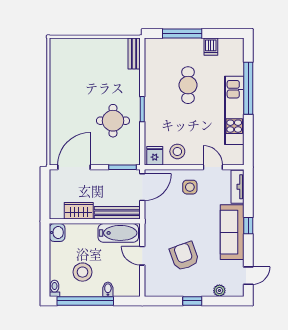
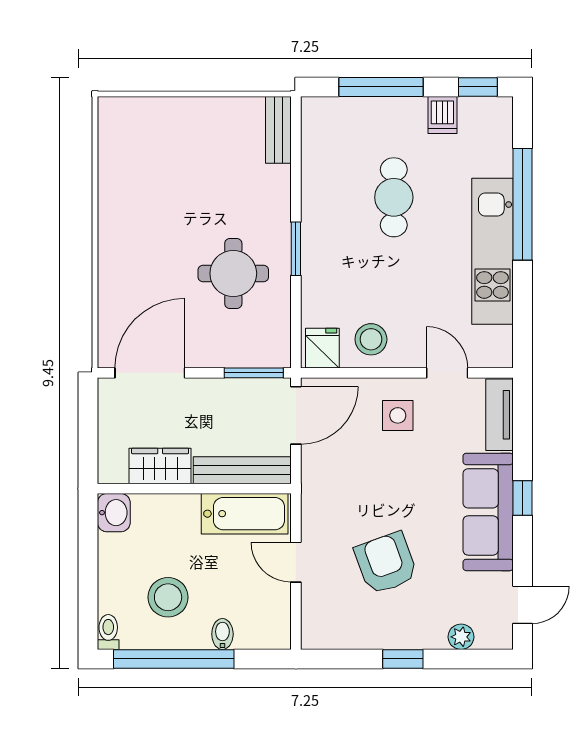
window: (227, 33) -> (478, 87), added

